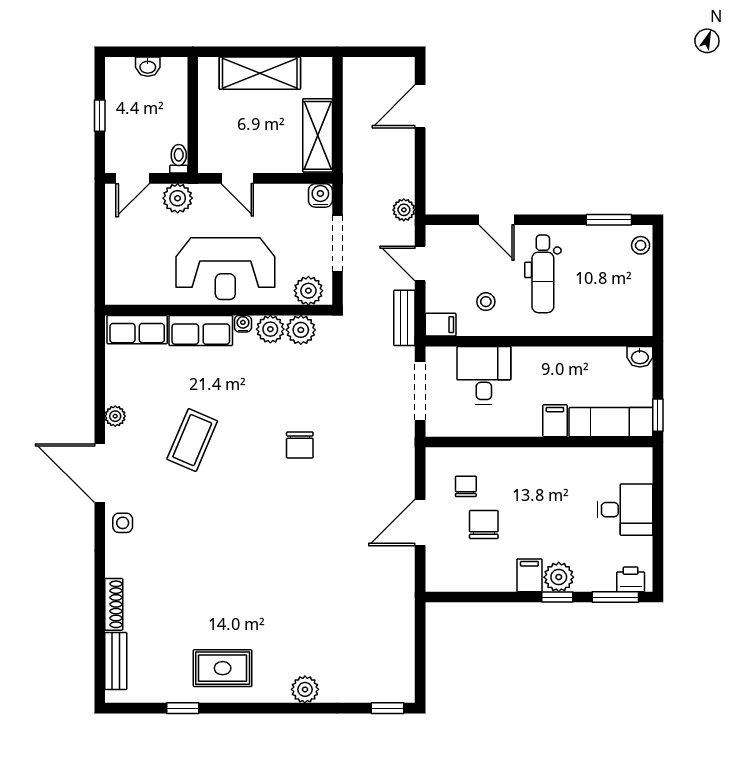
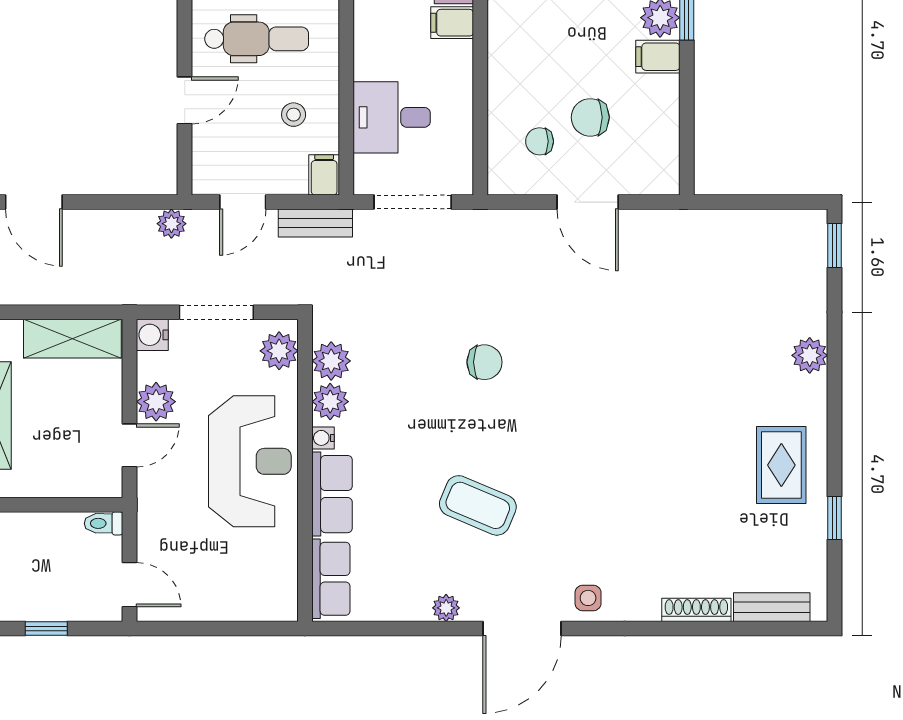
plant: (178, 198) -> (156, 402), moved

